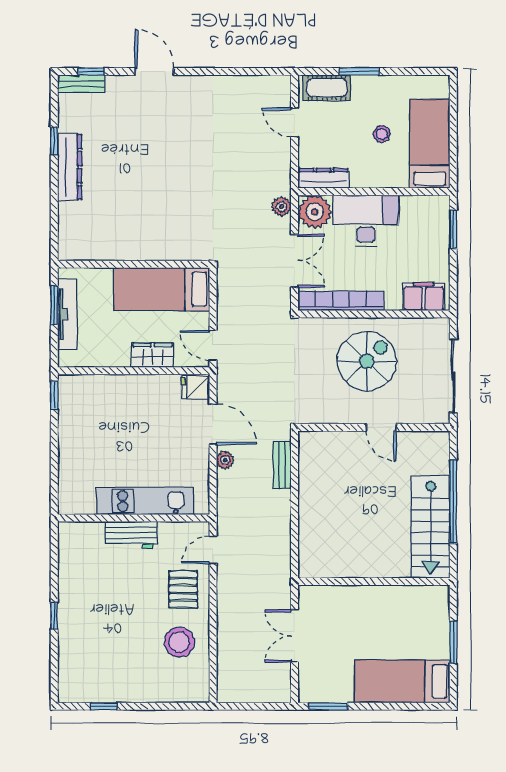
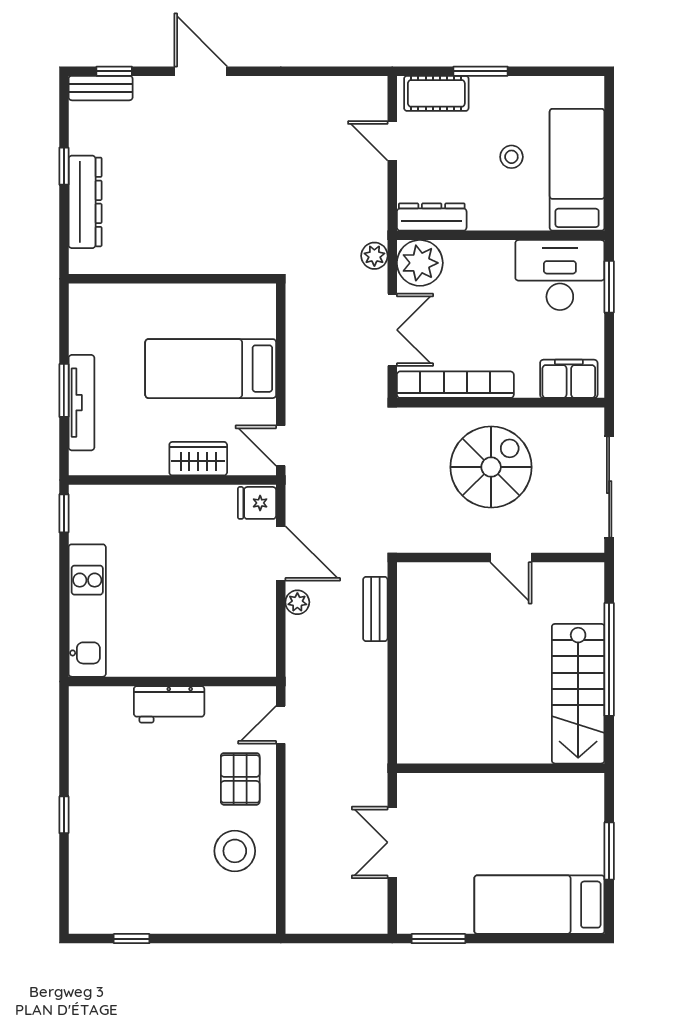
desk: (366, 221) -> (560, 275), moved
wall: (134, 264) -> (172, 279), moved
kitchen unit: (145, 501) -> (87, 611), moved, turned 90

